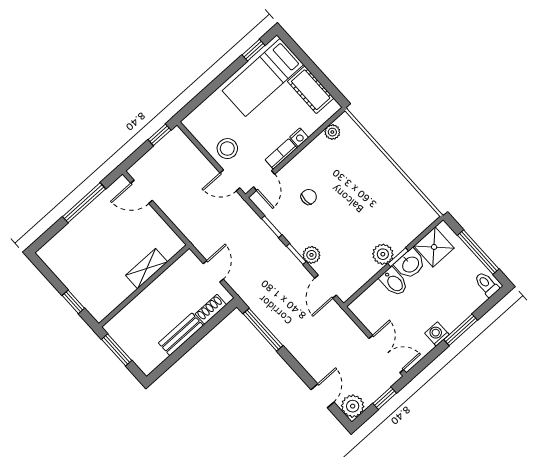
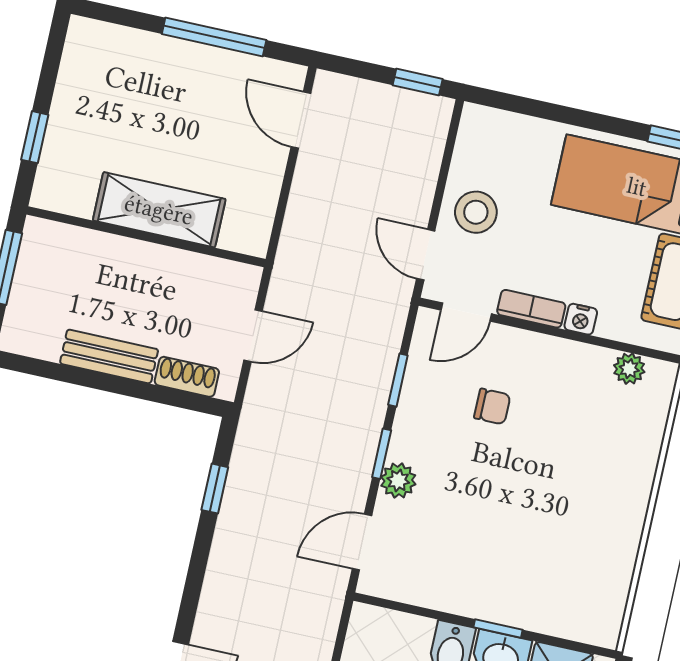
plant: (383, 254) -> (485, 599), removed
shelving: (147, 269) -> (159, 210), width x1.50, depth x1.33
window: (263, 330) -> (215, 489), width x0.46

